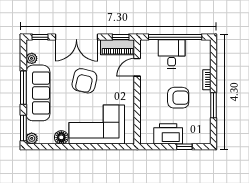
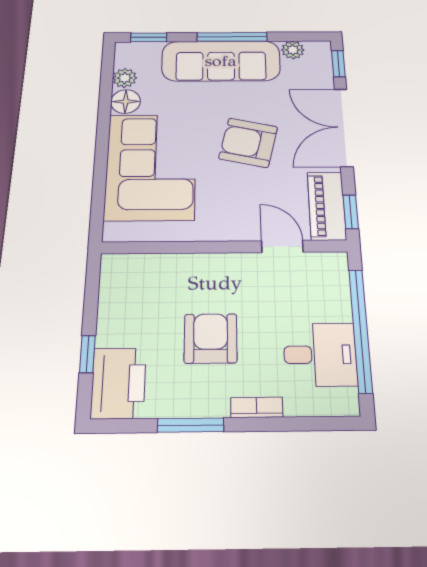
desk: (172, 54) -> (320, 355), moved
armchair: (178, 98) -> (211, 338), turned 180
window: (23, 128) -> (149, 37), width x0.67
printer: (168, 134) -> (118, 383), moved
plant: (32, 138) -> (125, 78), moved

